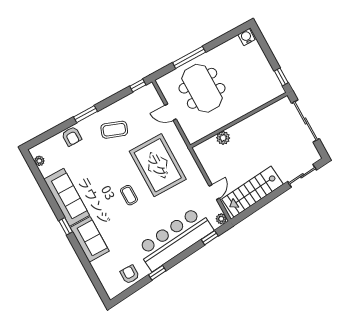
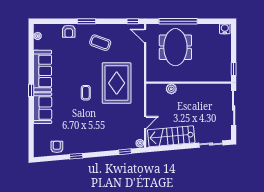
window: (189, 57) -> (178, 21), width x1.46
door: (170, 112) -> (145, 36), moved
bar counter: (175, 239) -> (101, 139), removed

